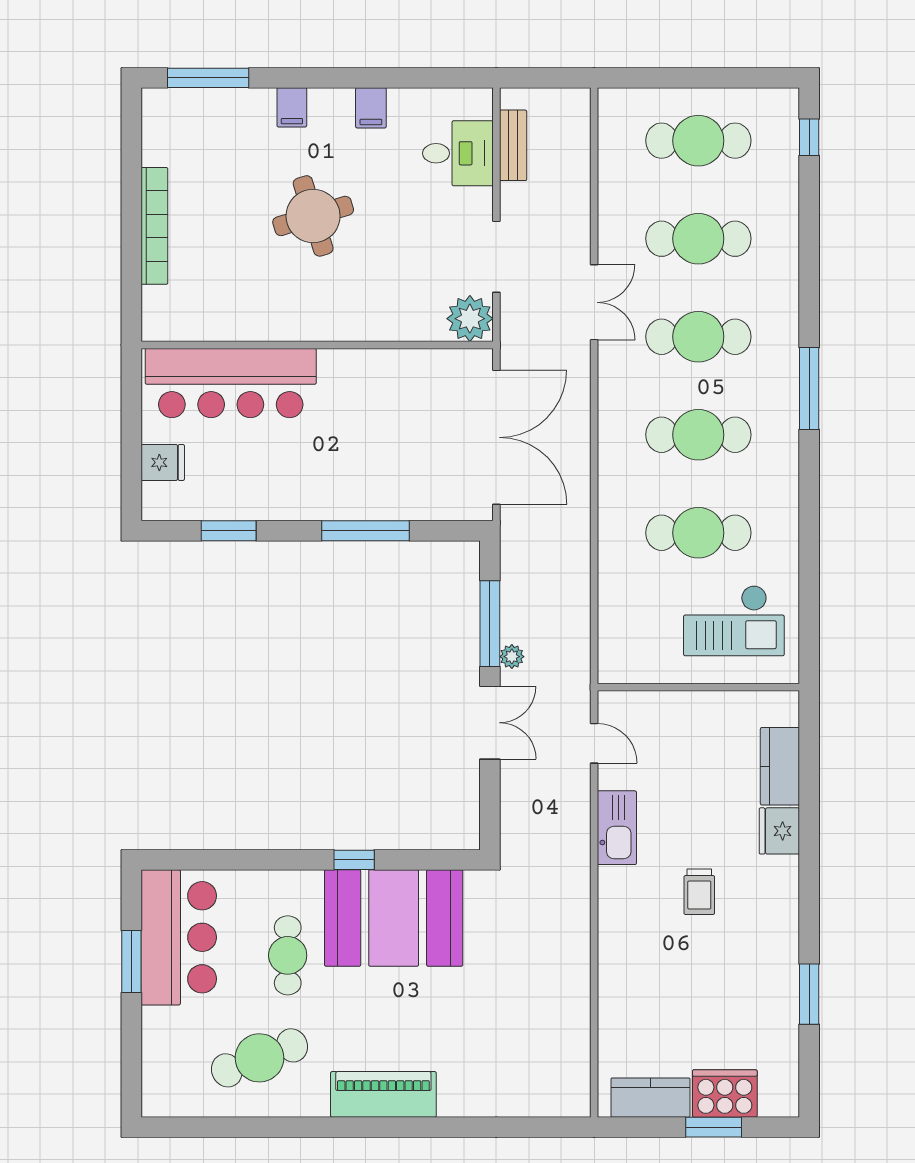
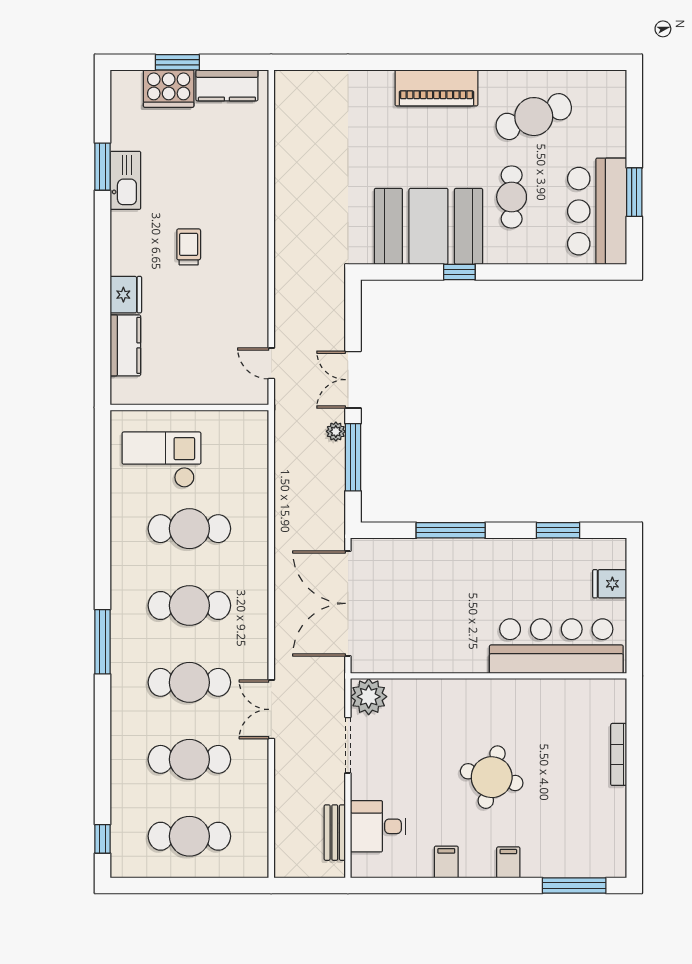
round table: (313, 216) -> (492, 777), turned 31
bookcase: (154, 226) -> (619, 754), width x0.68, depth x0.76
kitchen sink: (617, 828) -> (125, 180), moved, turned 180

